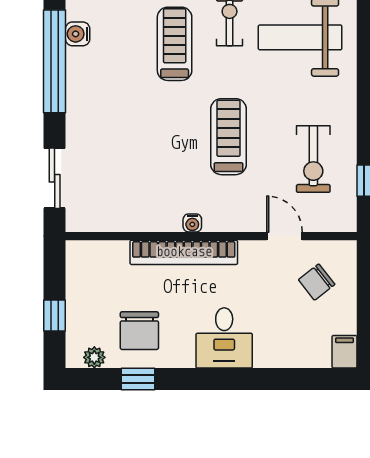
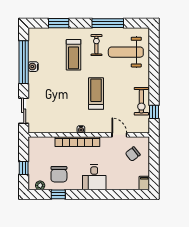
water cooler: (78, 34) -> (33, 67), moved
treadmill: (175, 44) -> (74, 55), turned 180
exercise bike: (313, 159) -> (141, 101), moved

